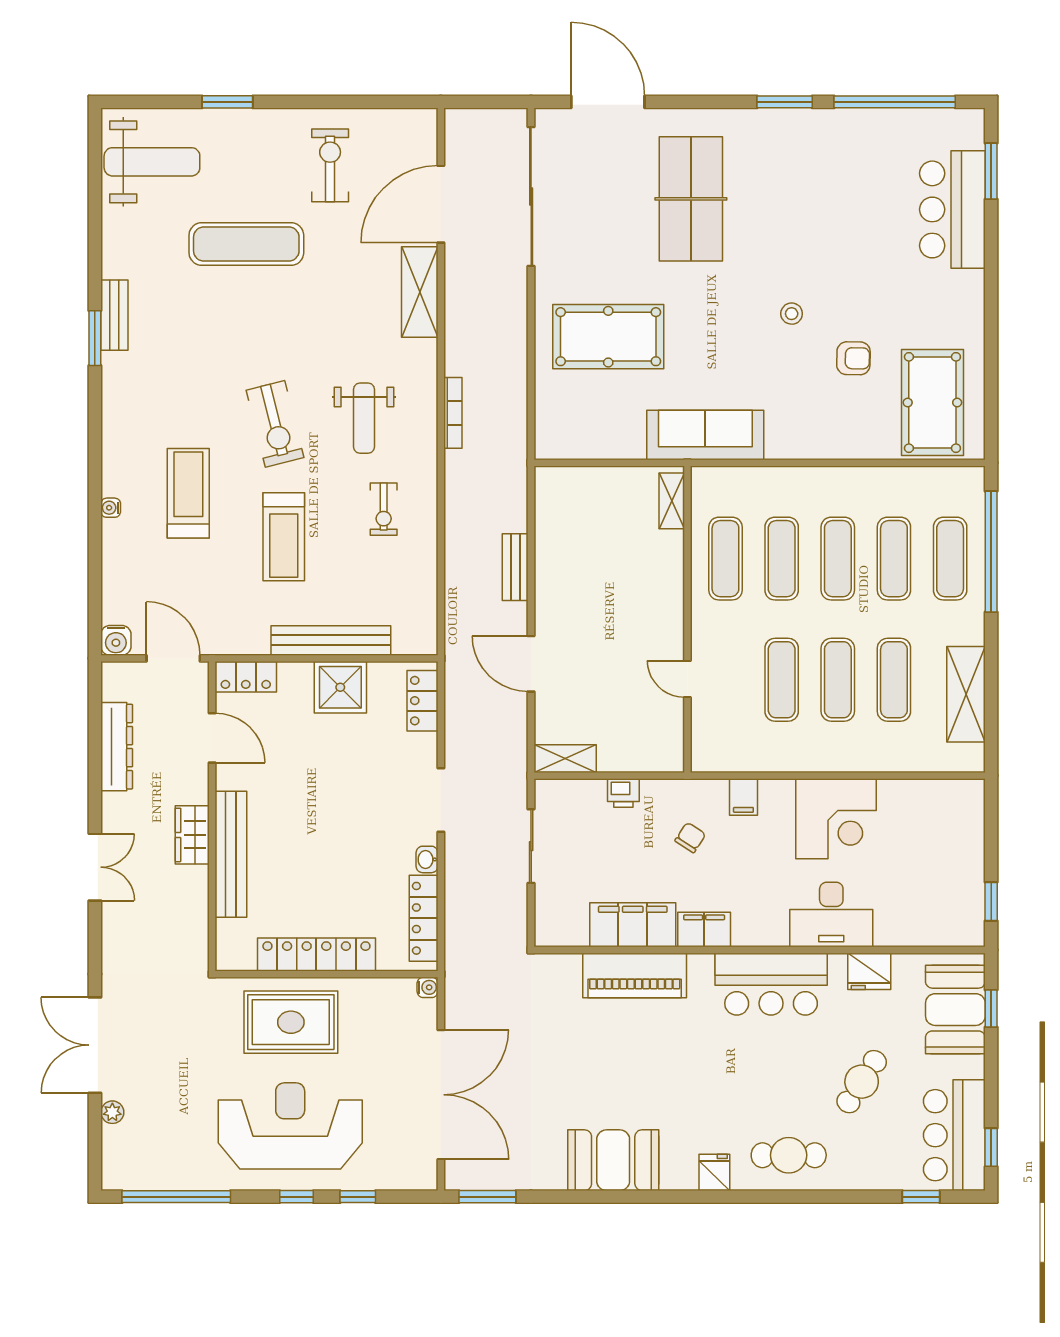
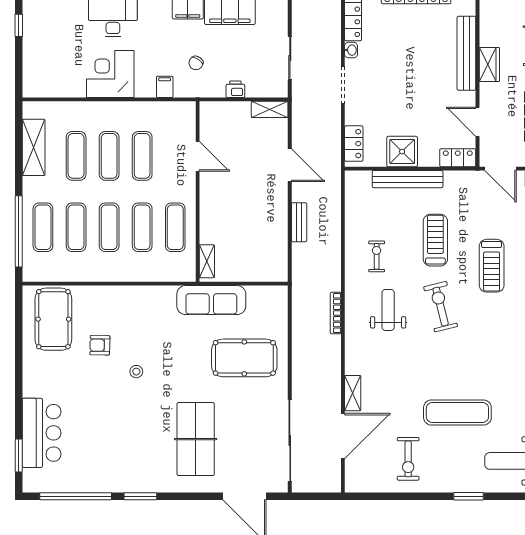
shelving: (420, 292) -> (353, 393), width x0.67, depth x0.75
sofa: (705, 435) -> (211, 300), moved
door: (687, 679) -> (198, 156), width x1.38

